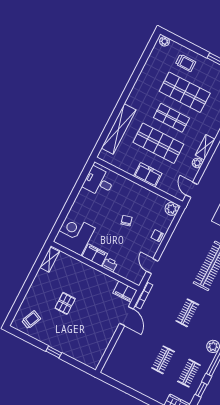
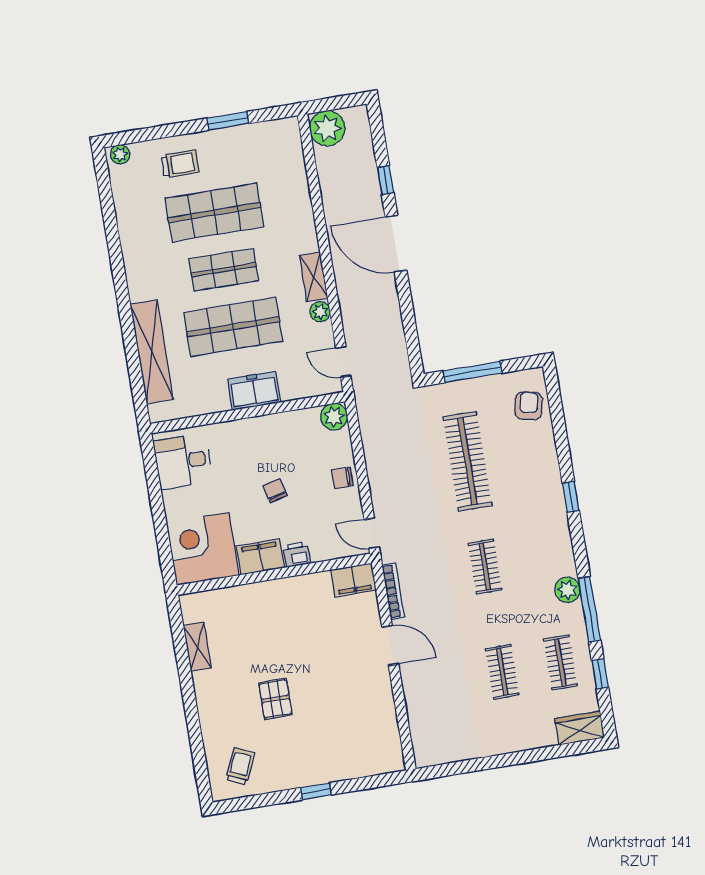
corner desk: (74, 235) -> (203, 549), moved
filing cabinet: (95, 255) -> (260, 557), moved
printer: (110, 265) -> (297, 554), moved
wall: (95, 266) -> (274, 574), moved
filing cabinet: (125, 292) -> (354, 580), moved

